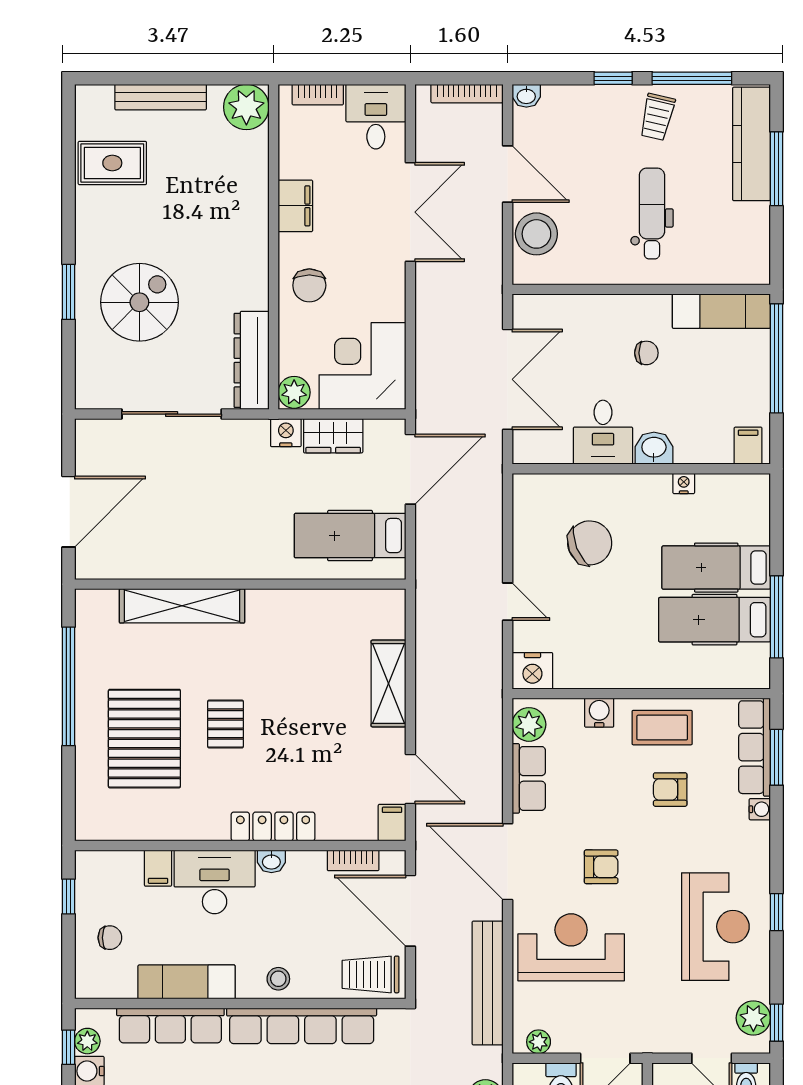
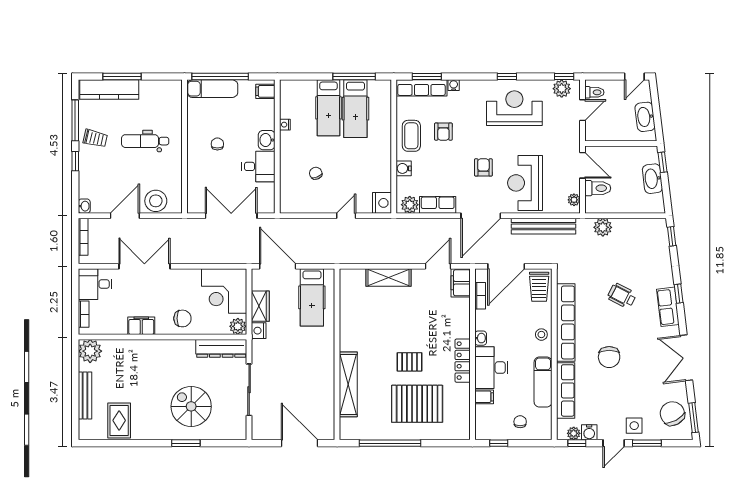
exam couch: (721, 311) -> (212, 89), moved, turned 90
chair: (590, 543) -> (316, 173), width x0.54, depth x0.54
filing cabinet: (392, 823) -> (461, 283), width x2.00
locker: (273, 827) -> (463, 361), moved

